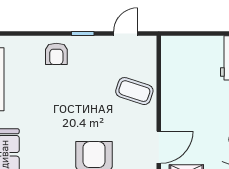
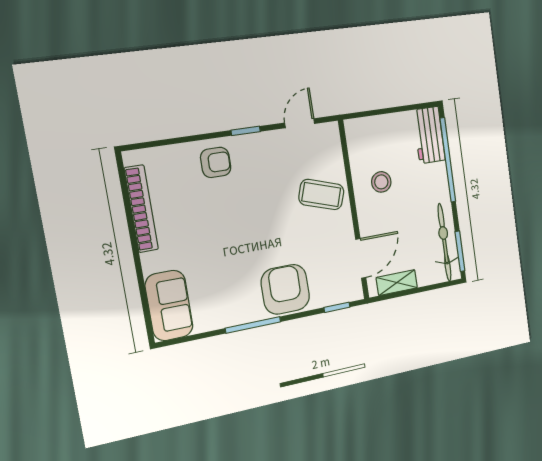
armchair: (56, 54) -> (216, 162), turned -90
stool: (185, 89) -> (381, 182), added

